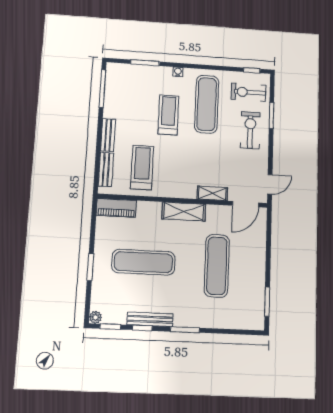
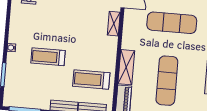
exercise mat: (207, 104) -> (39, 25), removed
shelving: (184, 212) -> (126, 67), moved

